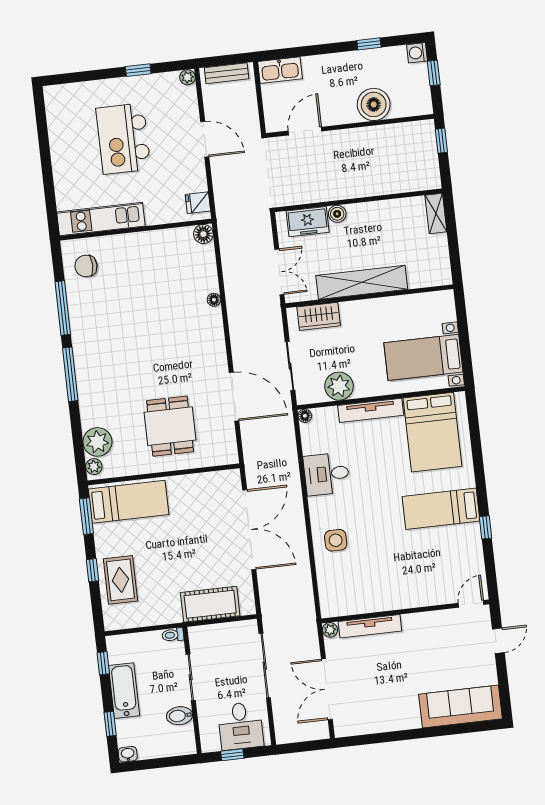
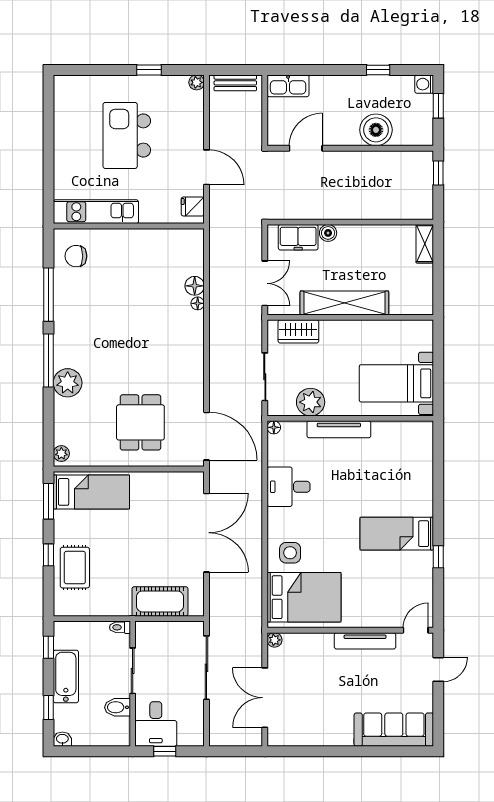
door: (205, 139) -> (206, 167), moved
floor lamp: (203, 234) -> (195, 286), moved
door: (234, 397) -> (206, 436), moved
bed: (432, 432) -> (304, 597), moved, turned -90
plant: (97, 442) -> (68, 383), moved
tv unit: (370, 626) -> (365, 641), moved
desk: (241, 726) -> (156, 724), moved

